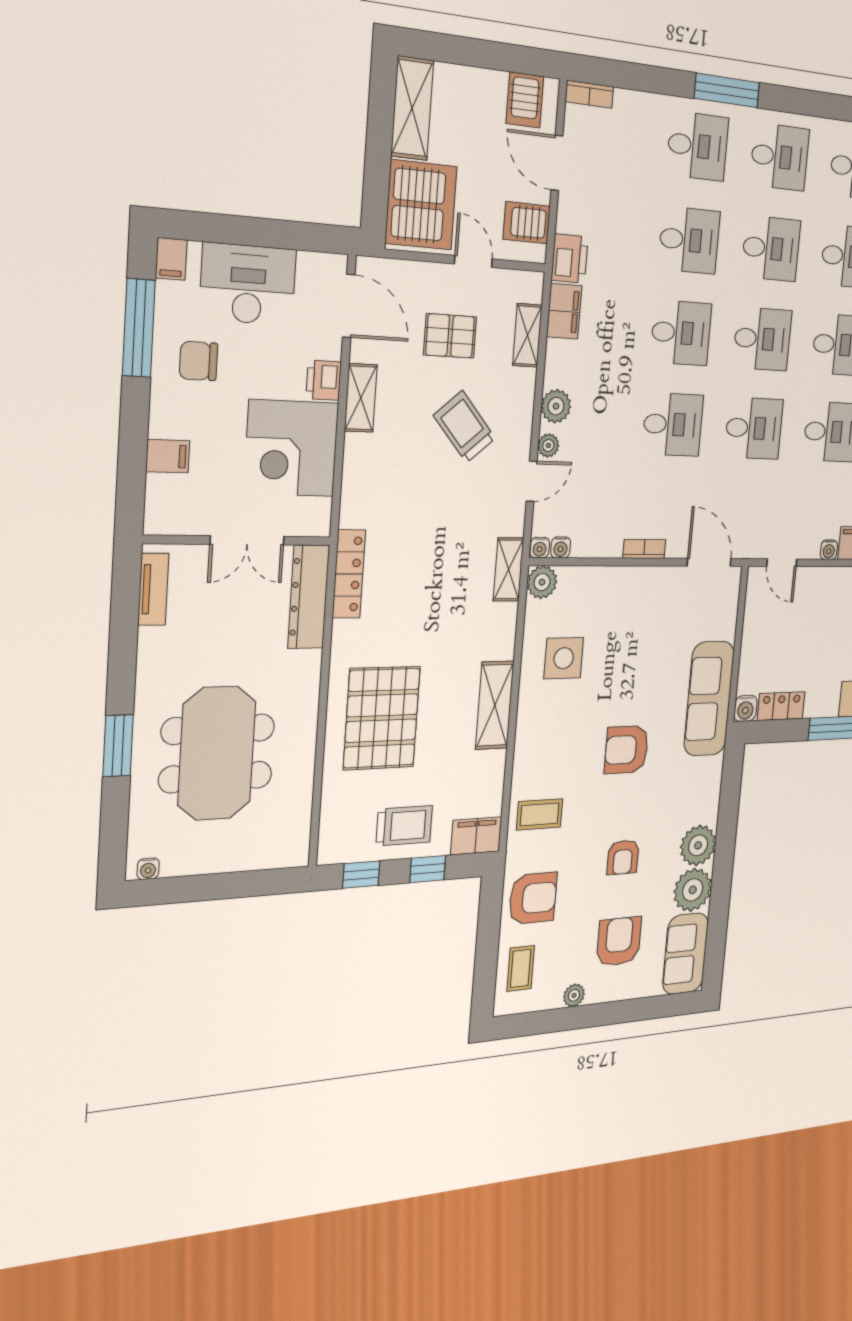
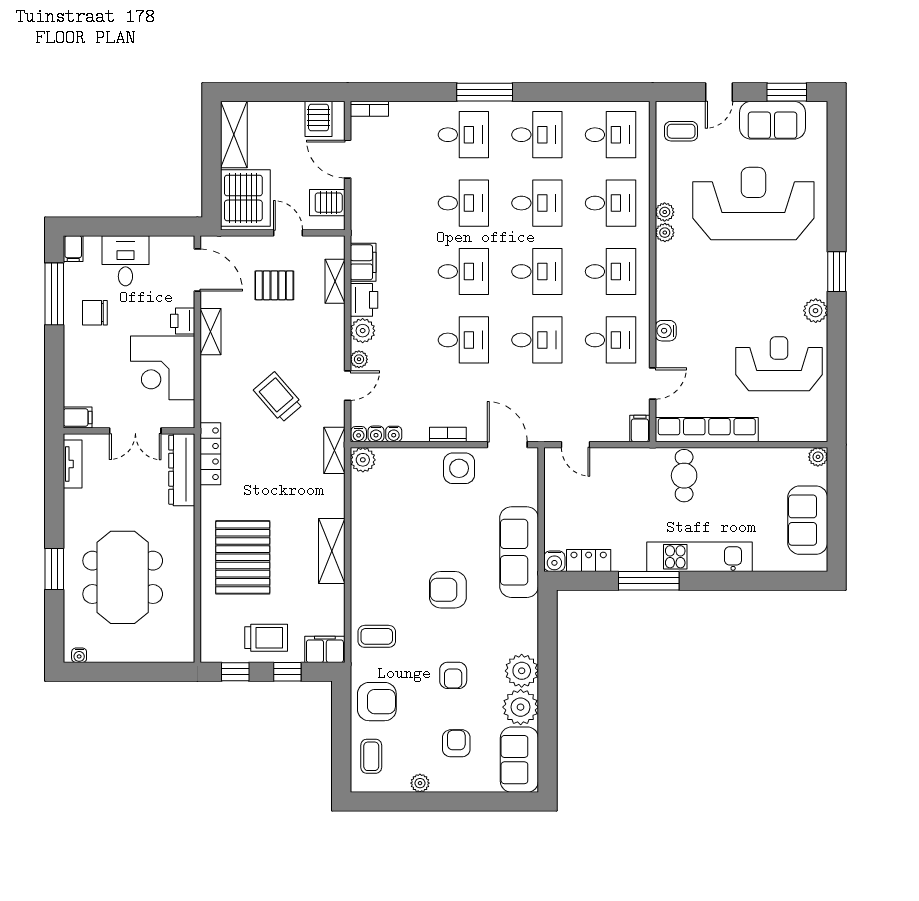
printer: (570, 259) -> (364, 300), moved
desk: (248, 284) -> (125, 261), width x0.73
trolley: (464, 427) -> (278, 397), moved
filing cabinet: (168, 456) -> (78, 418), moved
water cooler: (829, 550) -> (394, 434), moved
side table: (564, 658) -> (459, 468), moved
armchair: (619, 941) -> (456, 743), width x0.72, depth x0.72

